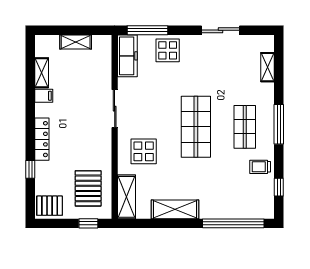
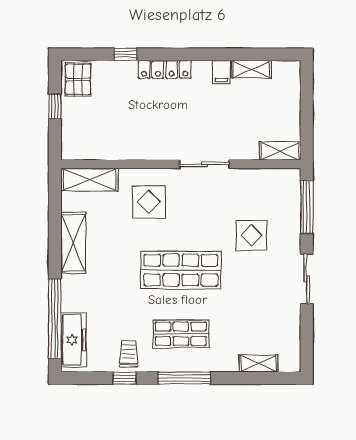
sliding door: (220, 30) -> (307, 279), moved
shelving: (76, 42) -> (280, 151), moved, turned 90
display table: (168, 50) -> (251, 235), moved
freezer: (127, 56) -> (74, 340), moved, turned -90
window: (279, 187) -> (124, 378), moved
pallet: (88, 188) -> (101, 130), removed
window: (88, 223) -> (55, 107), moved

